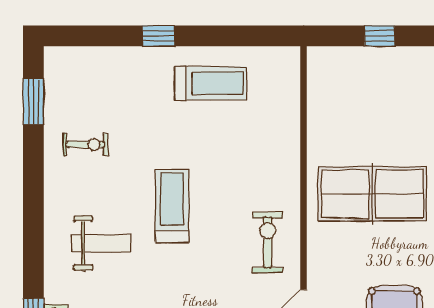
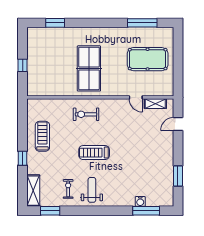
shelving: (81, 61) -> (33, 191), added
exercise bike: (268, 242) -> (86, 114), moved
weight bench: (101, 243) -> (92, 190), moved

